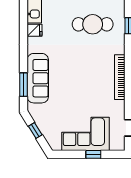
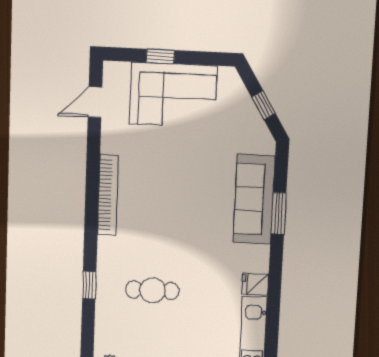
cafe table: (93, 24) -> (152, 290), width x0.73, depth x0.74
window: (24, 85) -> (279, 213), moved

